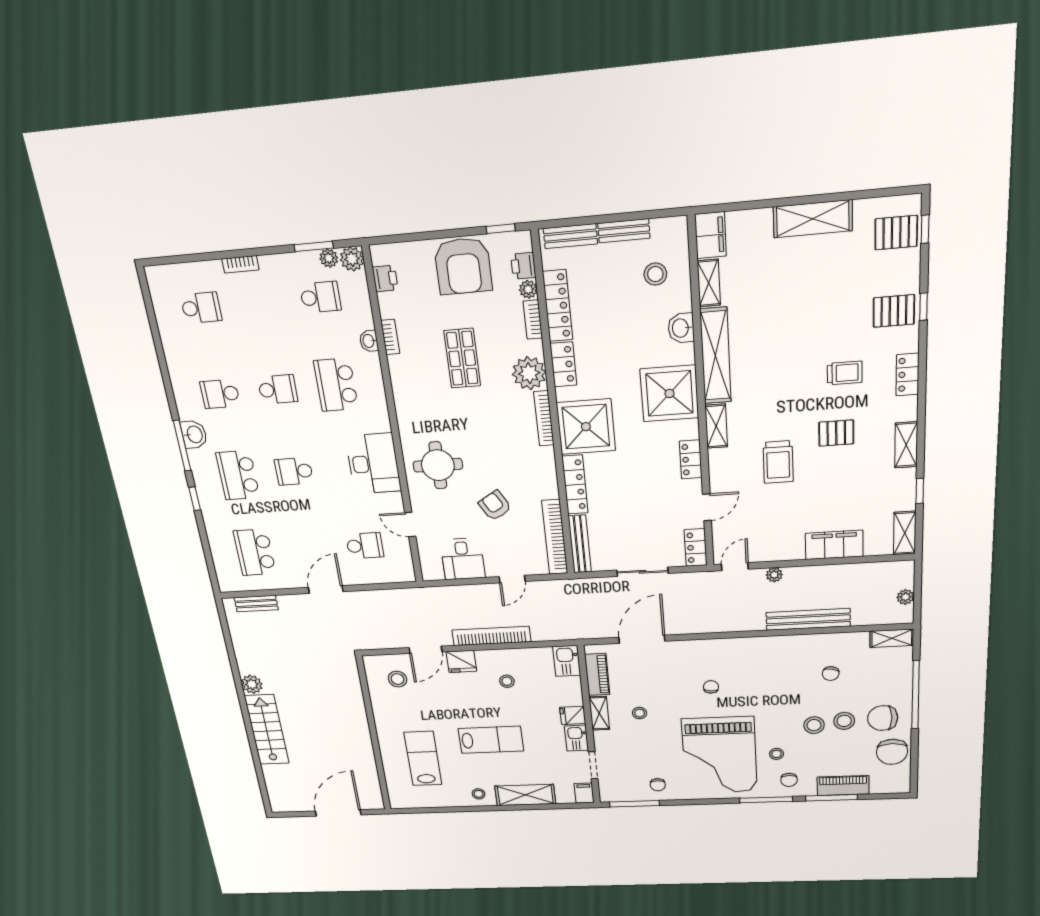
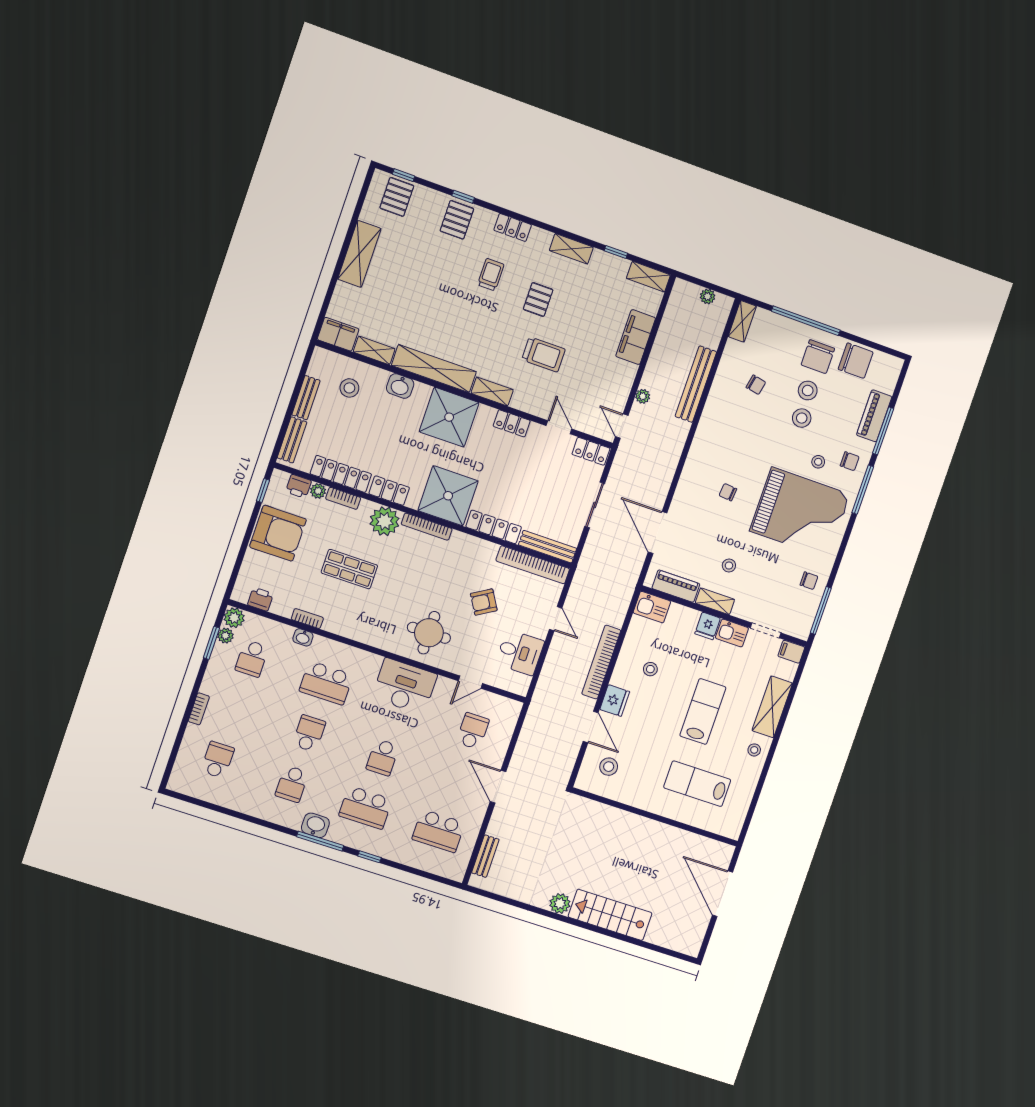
school desk: (320, 297) -> (252, 658), turned 180

